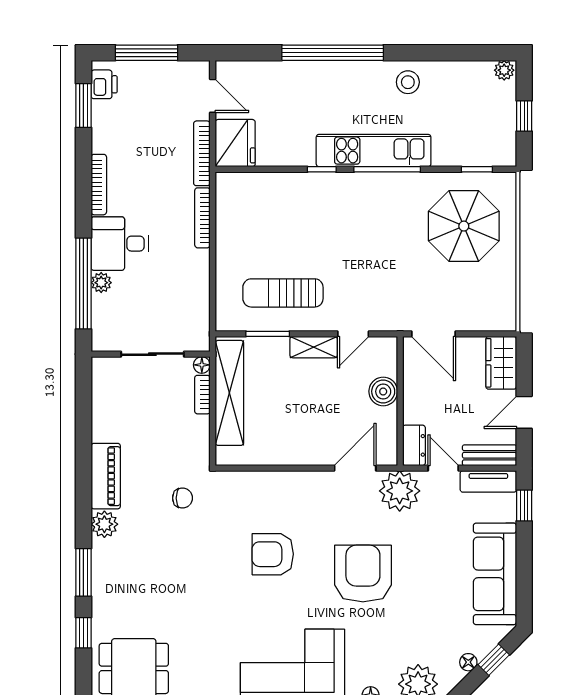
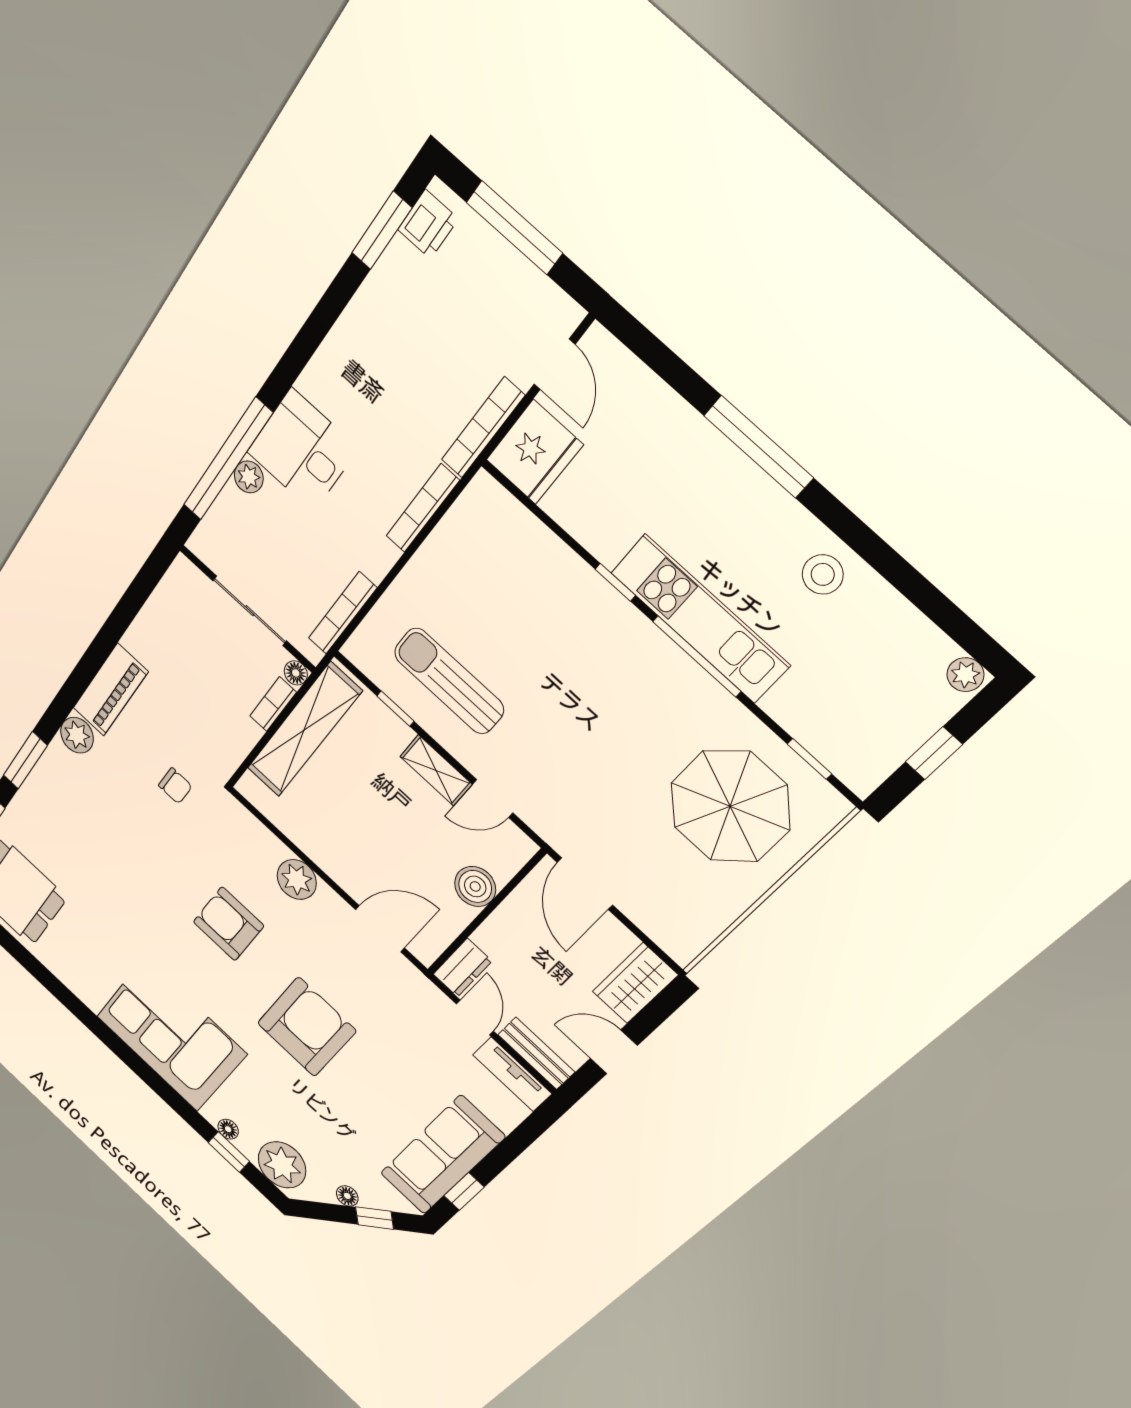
window: (333, 53) -> (758, 447), width x0.68
bookcase: (99, 185) -> (343, 613), moved, turned 180
window: (268, 334) -> (395, 709), width x0.67
plant: (400, 491) -> (297, 879), moved, width x0.73, depth x0.73
window: (524, 505) -> (464, 1191), moved

